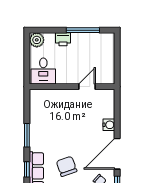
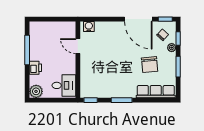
water cooler: (109, 125) -> (89, 27), moved
chair: (67, 166) -> (150, 65), turned -76
window: (27, 169) -> (91, 100), moved

